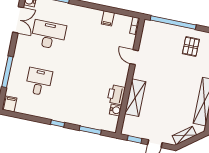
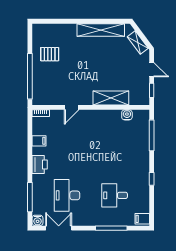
printer: (116, 95) -> (40, 165), moved, turned -90
window: (58, 123) -> (152, 179), moved
window: (90, 130) -> (152, 135), width x1.44

